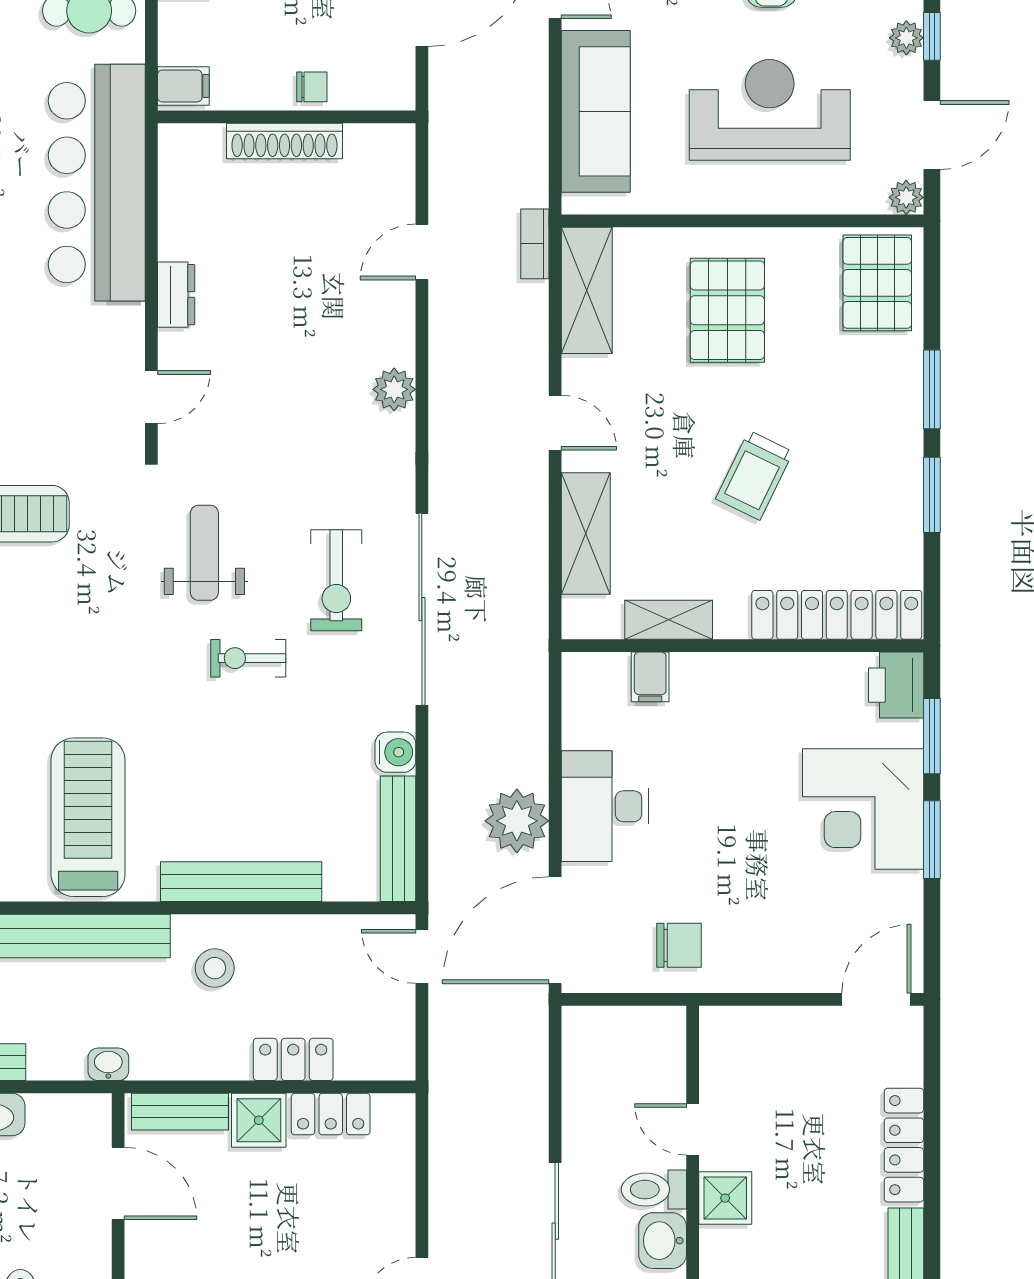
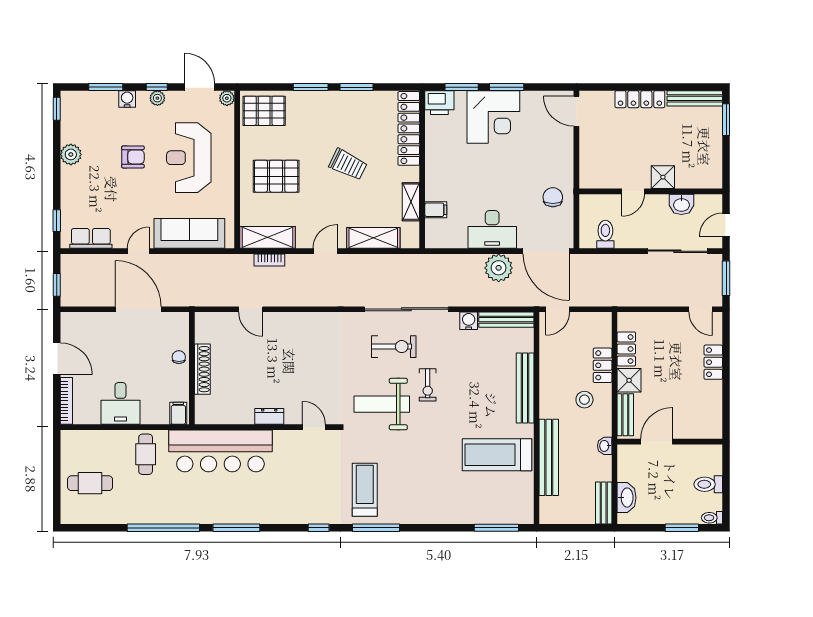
bookcase: (535, 244) -> (269, 260), moved
plant: (394, 389) -> (311, 321), removed
weight bench: (204, 553) -> (382, 404), width x1.36, depth x1.33
stool: (215, 968) -> (584, 400), moved
toilet: (654, 1190) -> (605, 234), moved, turned 180

